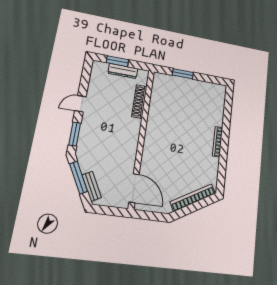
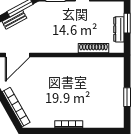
window: (183, 74) -> (127, 97), moved

